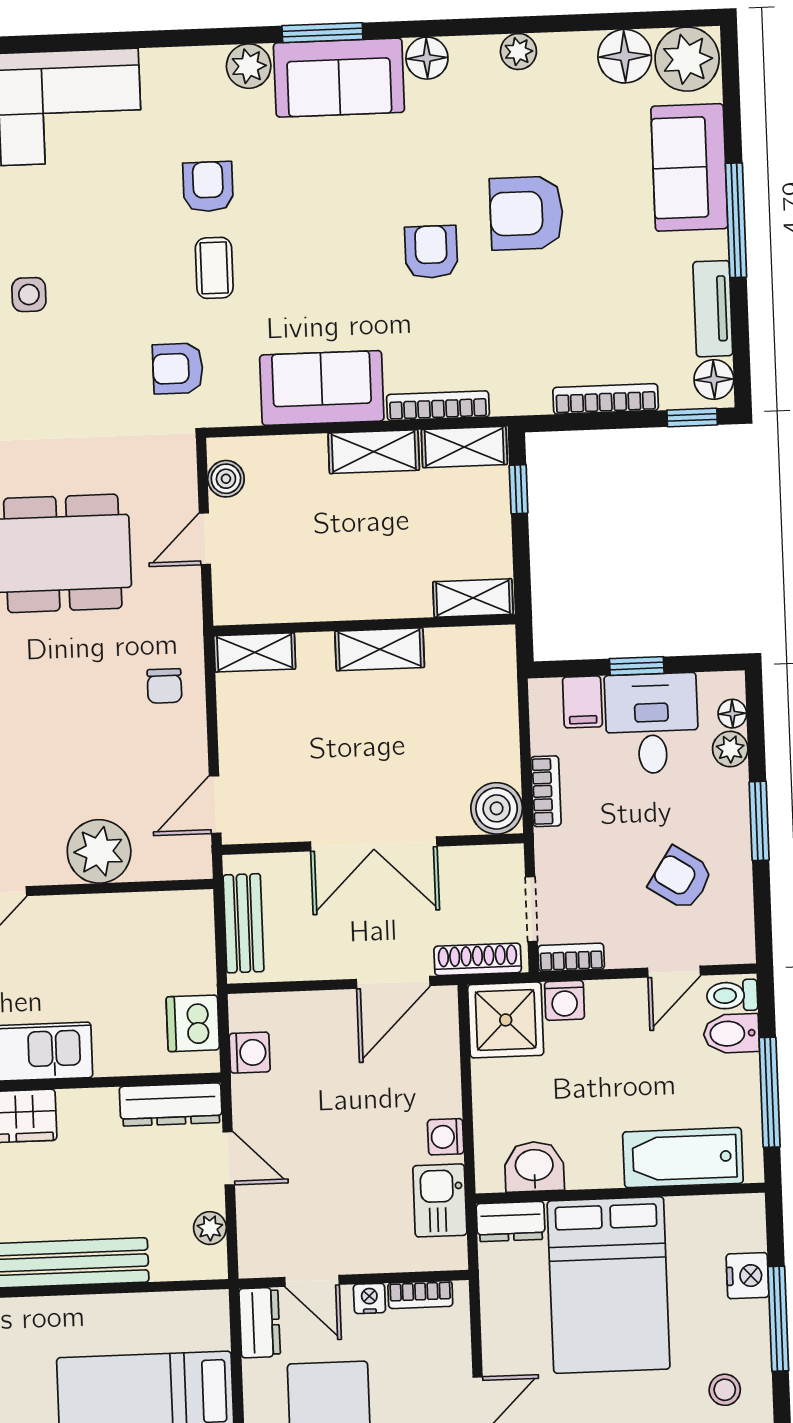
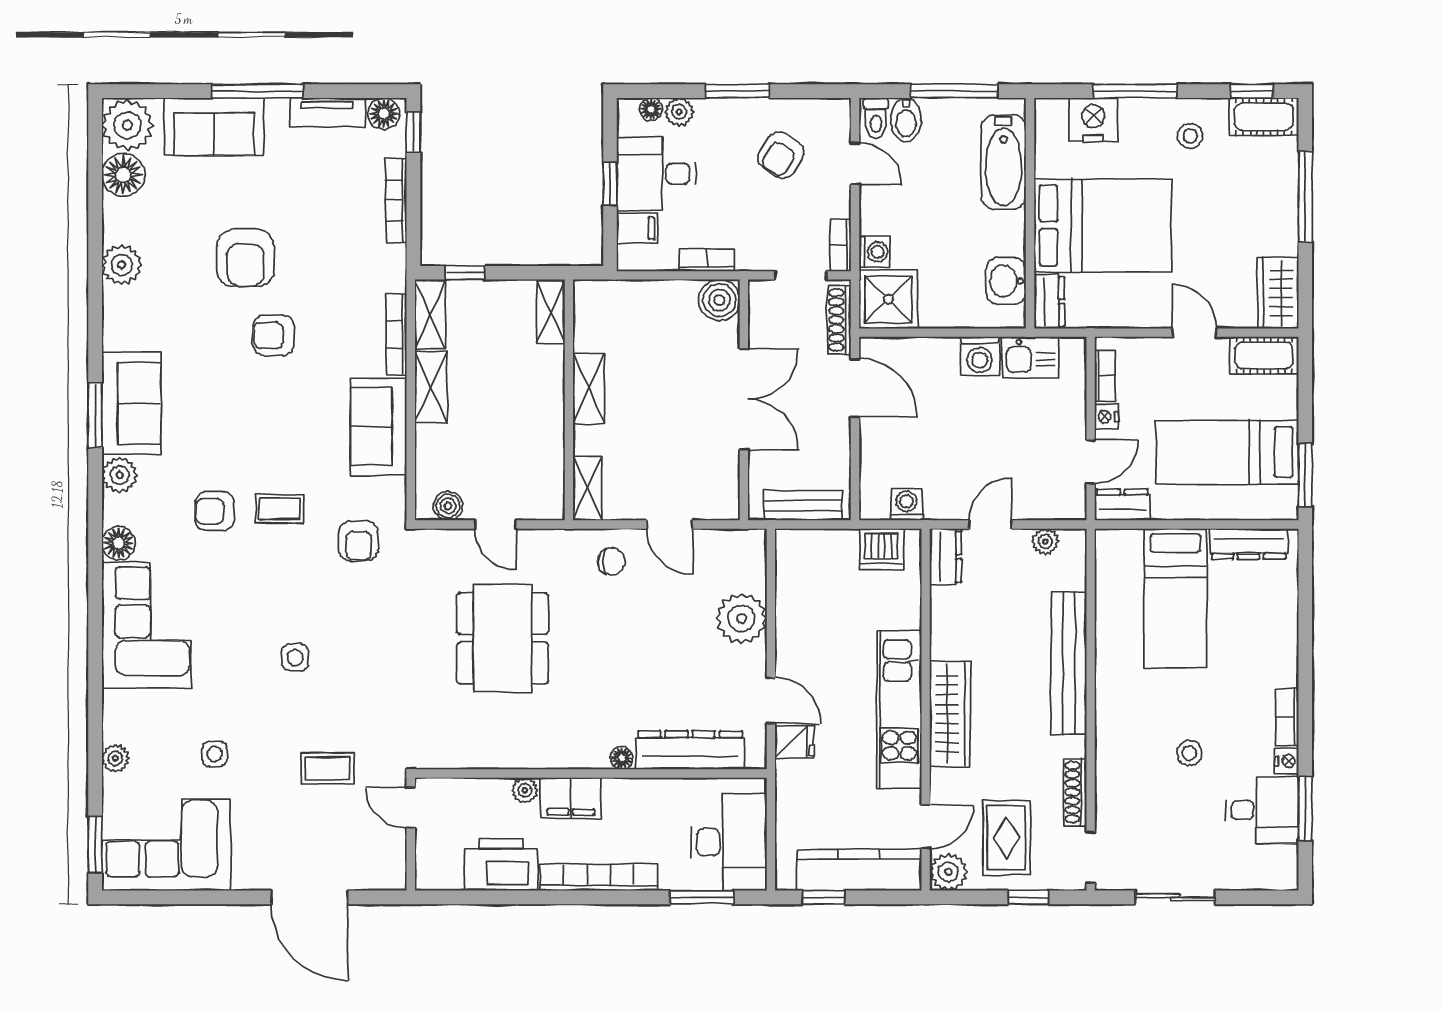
plant: (518, 51) -> (122, 265), width x1.38, depth x1.38
floor lamp: (427, 58) -> (119, 543), moved
door: (215, 805) -> (670, 524), moved
dresser: (171, 1105) -> (946, 557), width x0.70
washing machine: (446, 1137) -> (980, 356), width x1.38, depth x1.38
nightstand: (747, 1276) -> (1093, 120), width x1.36, depth x1.33

